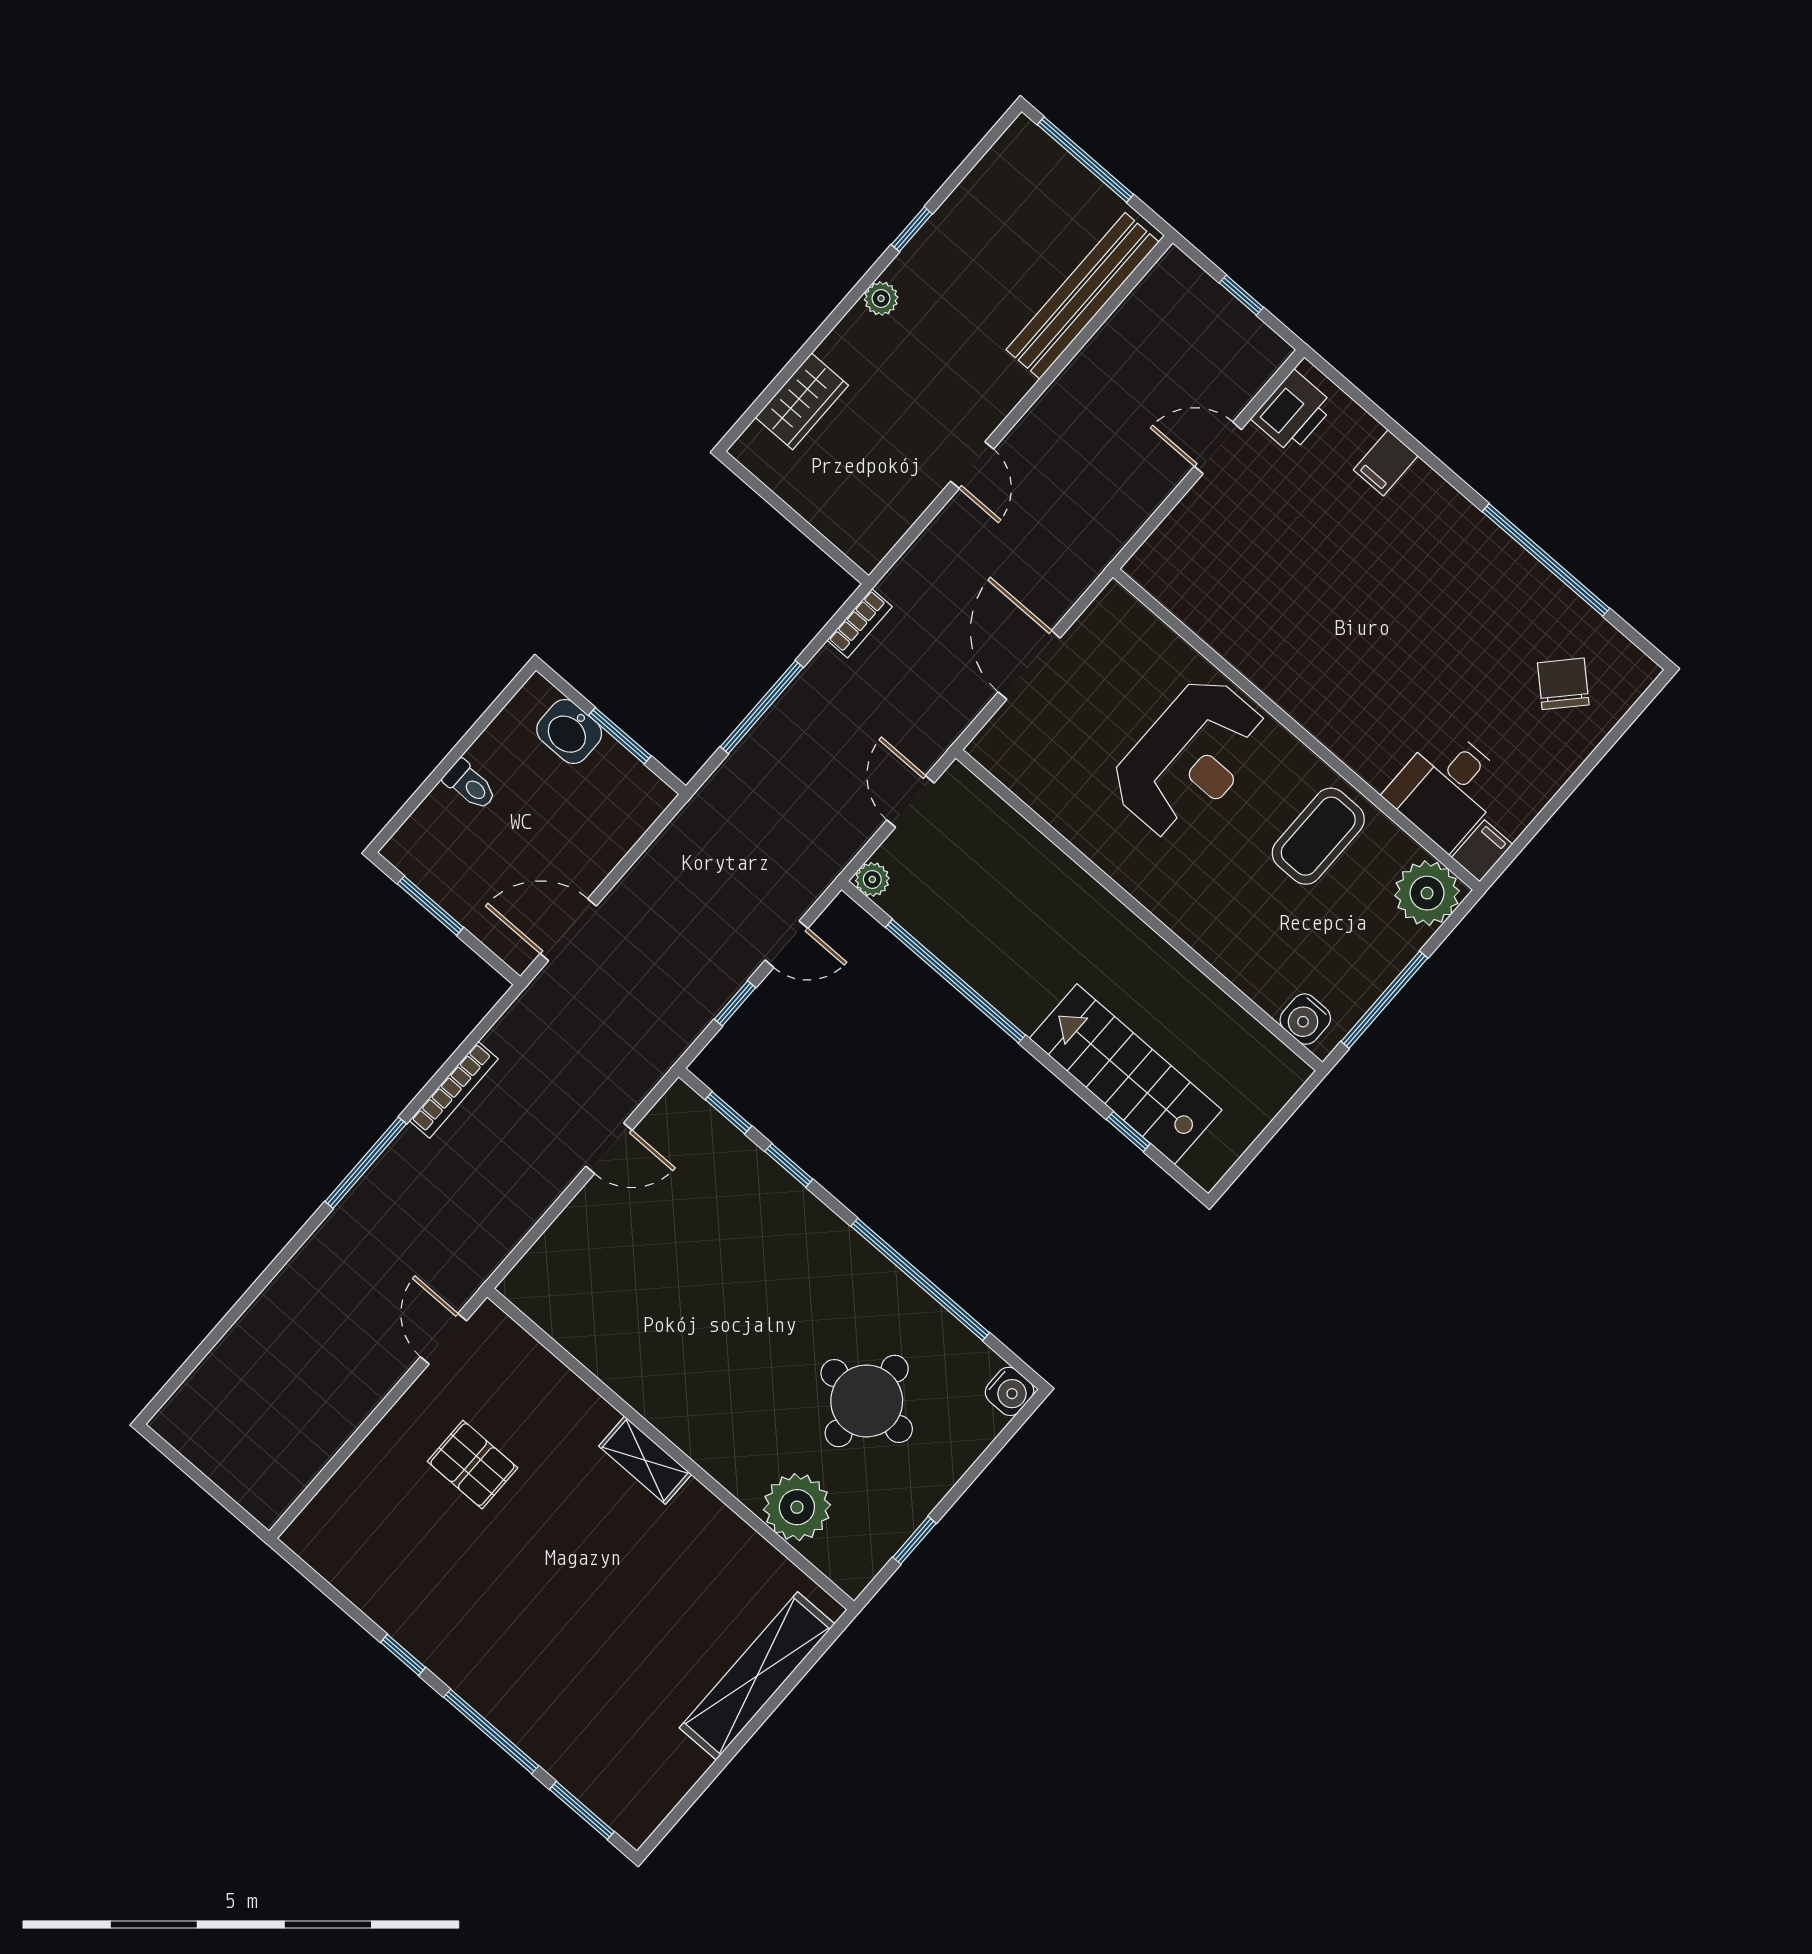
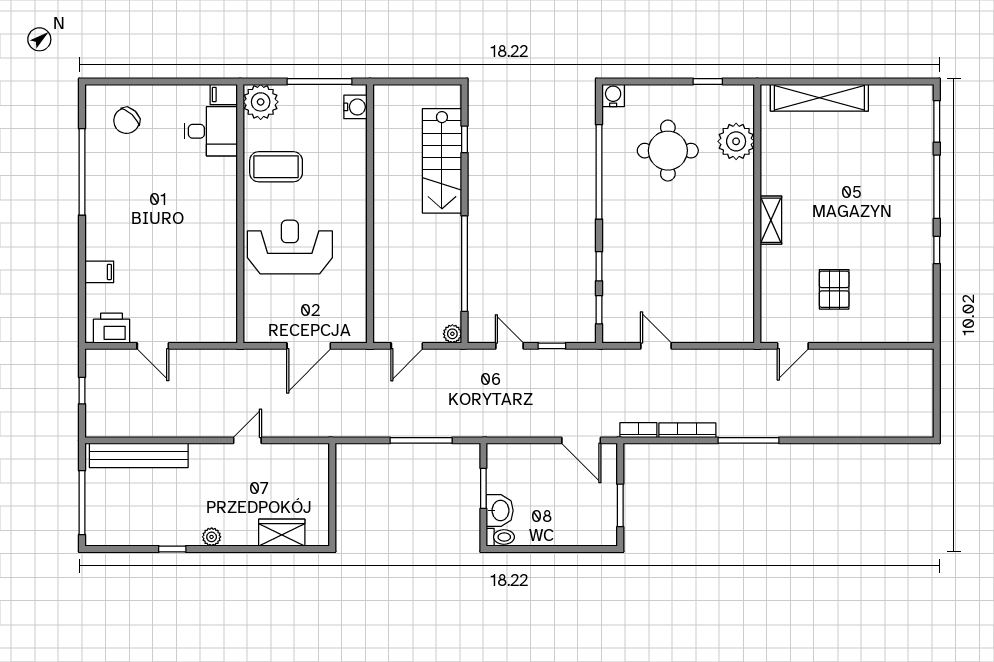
bookcase: (860, 623) -> (638, 430), moved
toilet: (470, 785) -> (500, 537), moved, turned 90

